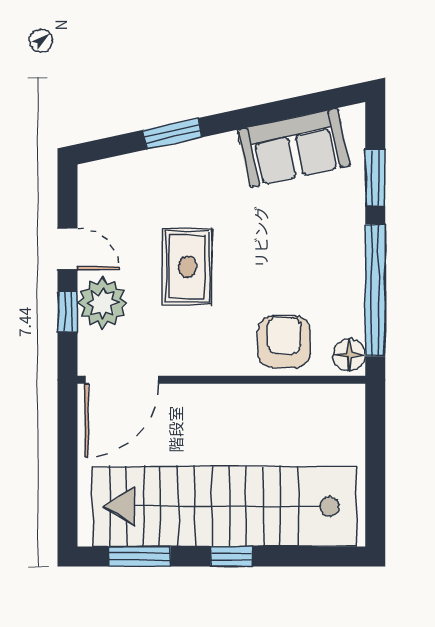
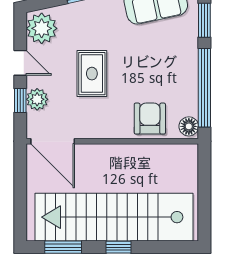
plant: (103, 191) -> (42, 28), added
plant: (103, 303) -> (37, 99), width x0.73, depth x0.73
door: (122, 380) -> (53, 141), hinge flipped

